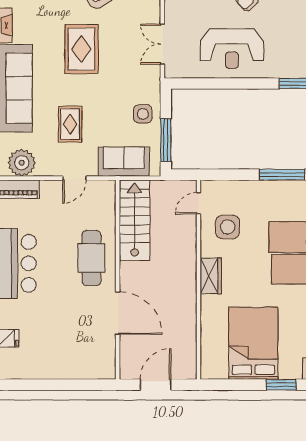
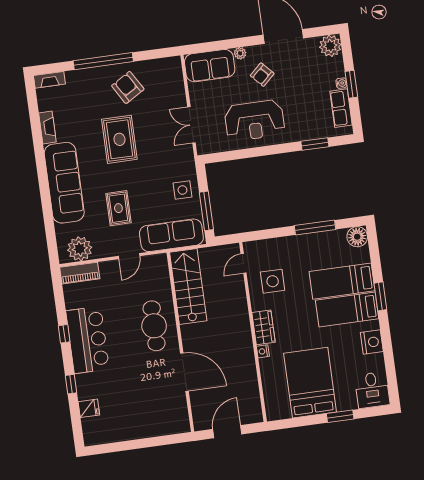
sofa: (124, 162) -> (171, 235), width x1.36
nightstand: (206, 302) -> (263, 351), added

